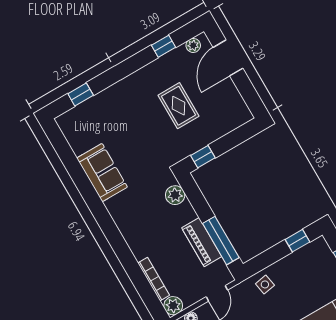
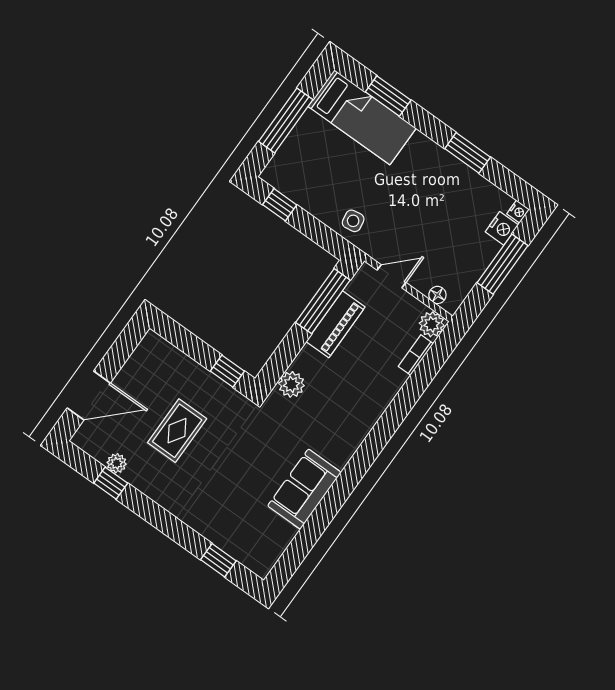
plant: (193, 45) -> (117, 463), moved
bookcase: (154, 279) -> (416, 355), width x0.64

